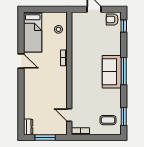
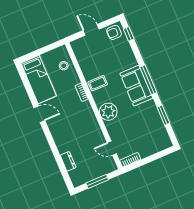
plant: (79, 83) -> (108, 112), added
window: (124, 116) -> (163, 115), moved
coffee table: (108, 120) -> (98, 83), moved
dresser: (28, 127) -> (68, 161), moved

